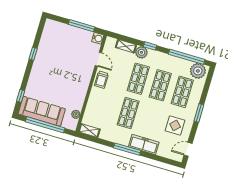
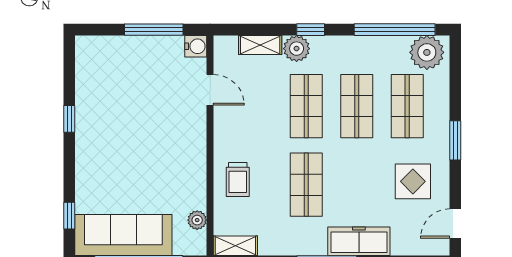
trolley: (101, 80) -> (238, 179), moved

